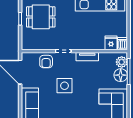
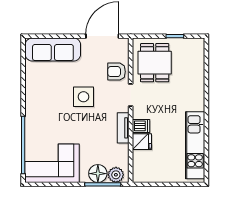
dining table: (41, 17) -> (155, 63), moved
fridge: (111, 43) -> (142, 142), moved
dishwasher: (122, 44) -> (141, 126), moved

